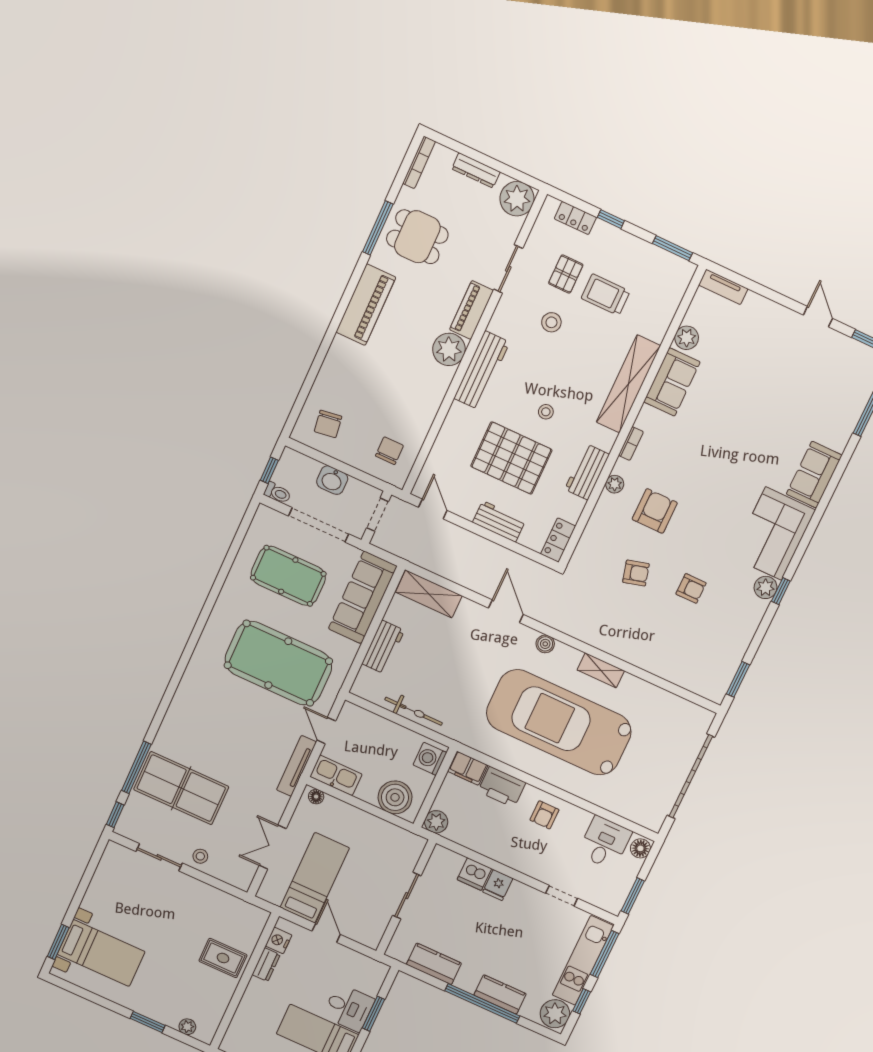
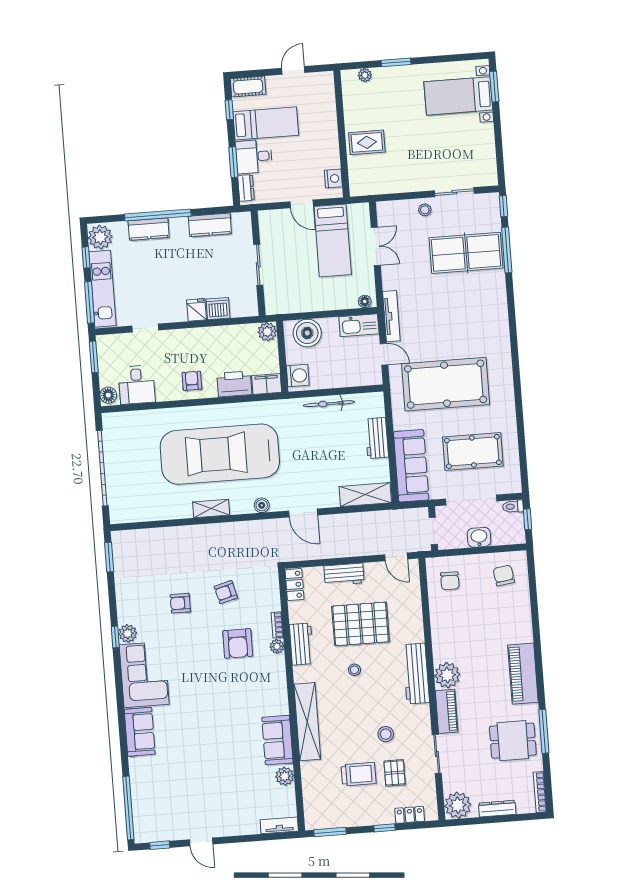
bookcase: (631, 444) -> (277, 625), moved
car: (559, 722) -> (220, 454), turned 180
dresser: (266, 965) -> (246, 188), moved, turned 180

